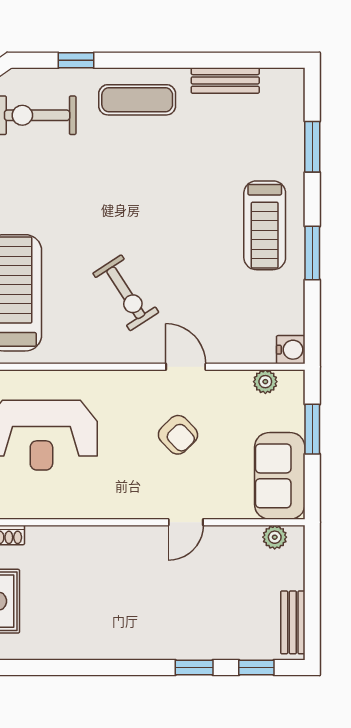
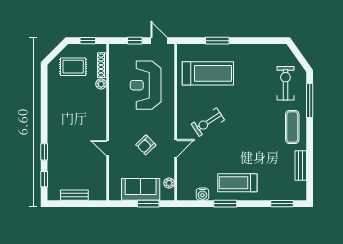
window: (76, 60) -> (310, 100), width x2.17
window: (312, 147) -> (282, 204), moved
water cooler: (291, 350) -> (202, 194), moved
sofa: (280, 476) -> (141, 189), moved
plant: (275, 537) -> (101, 84), moved
bench: (293, 622) -> (74, 195), moved

